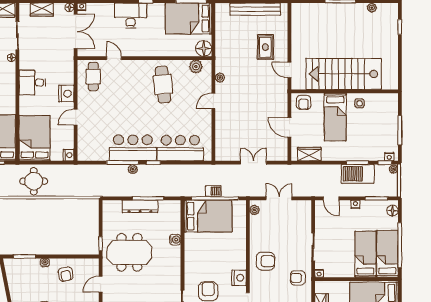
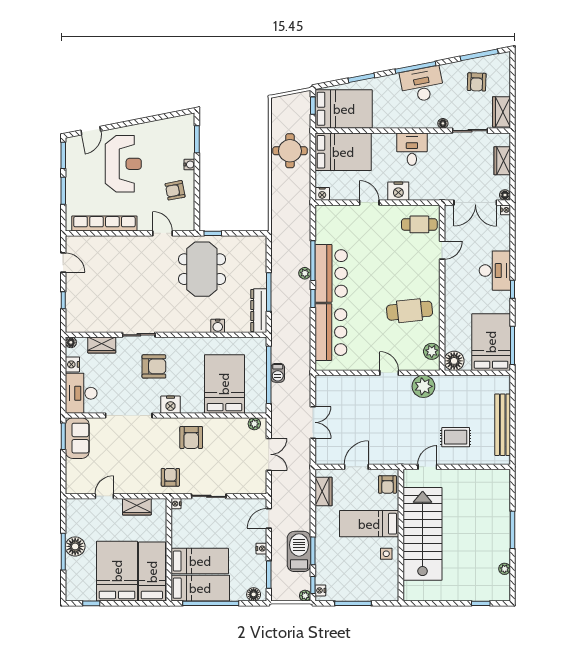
plant: (220, 77) -> (423, 386), width x1.88, depth x1.88
armchair: (304, 102) -> (387, 484), turned -90
dresser: (140, 206) -> (259, 311), moved
bed: (208, 216) -> (224, 384), moved, turned 180

